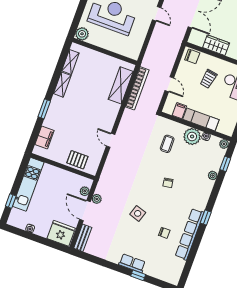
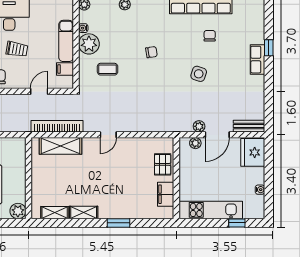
filing cabinet: (44, 138) -> (166, 194), moved, turned -90
door: (111, 140) -> (108, 135), moved

